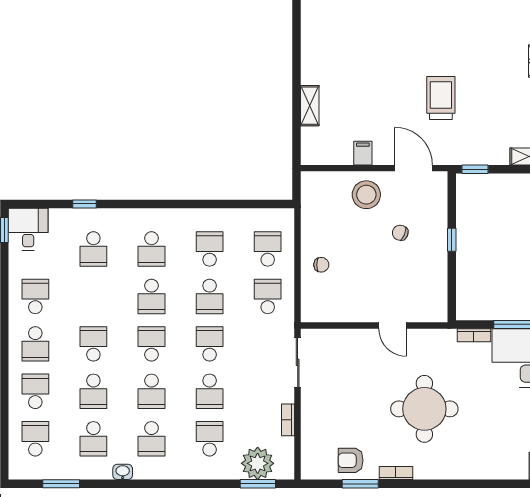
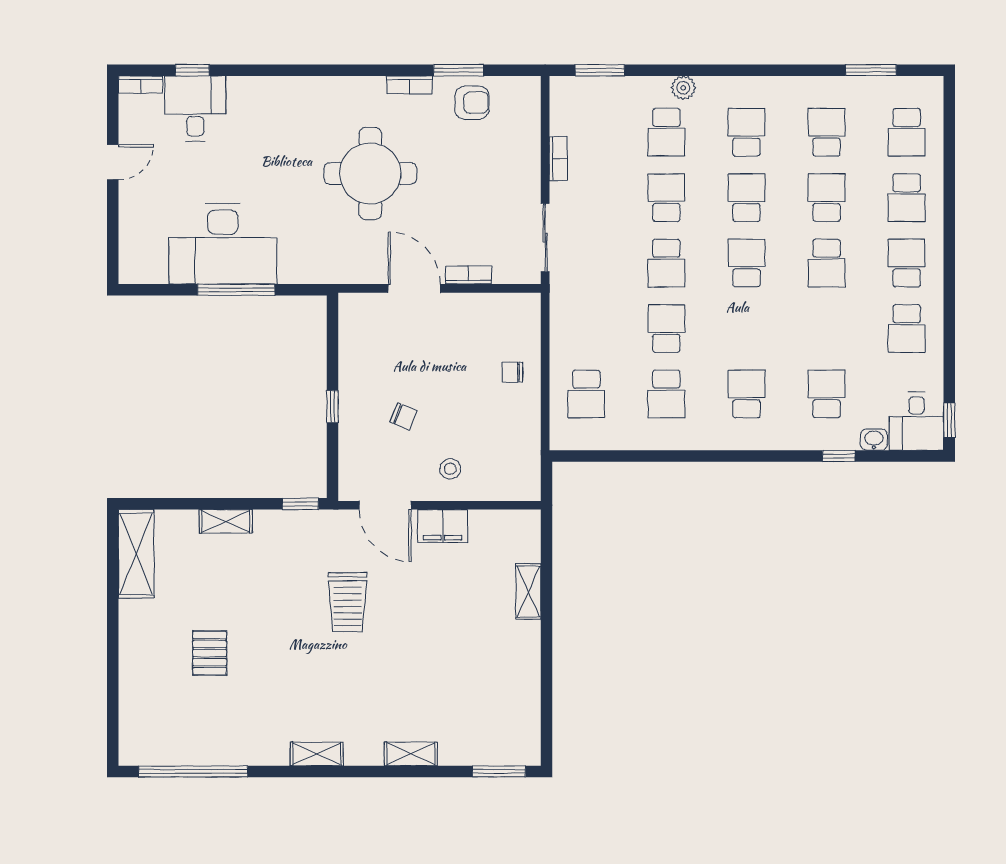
filing cabinet: (363, 153) -> (443, 526), width x2.00
stool: (366, 195) -> (450, 469), width x0.53, depth x0.53
school desk: (151, 296) -> (746, 329), removed
school desk: (268, 296) -> (586, 329), removed
door: (393, 325) -> (414, 288), width x1.38
bookcase: (474, 335) -> (469, 275), moved
school desk: (151, 344) -> (746, 263), turned 180
plant: (258, 463) -> (683, 88), moved, width x0.53, depth x0.53
washbasin: (123, 472) -> (874, 440), moved, turned 180

